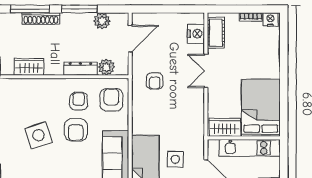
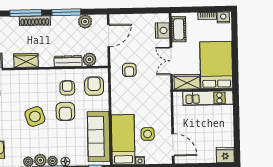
bed: (261, 108) -> (216, 65), moved
wardrobe: (225, 127) -> (187, 82), moved
wall: (244, 138) -> (203, 90), moved
kitchen unit: (250, 148) -> (208, 98), moved

